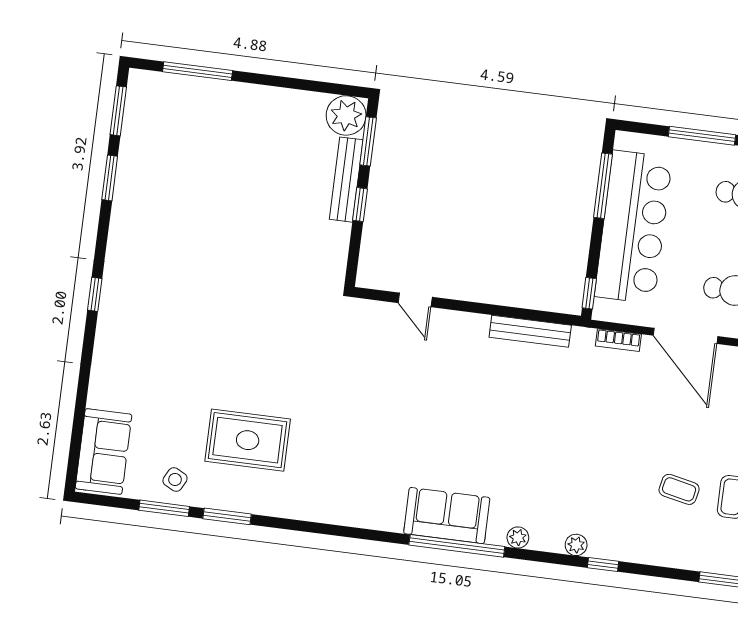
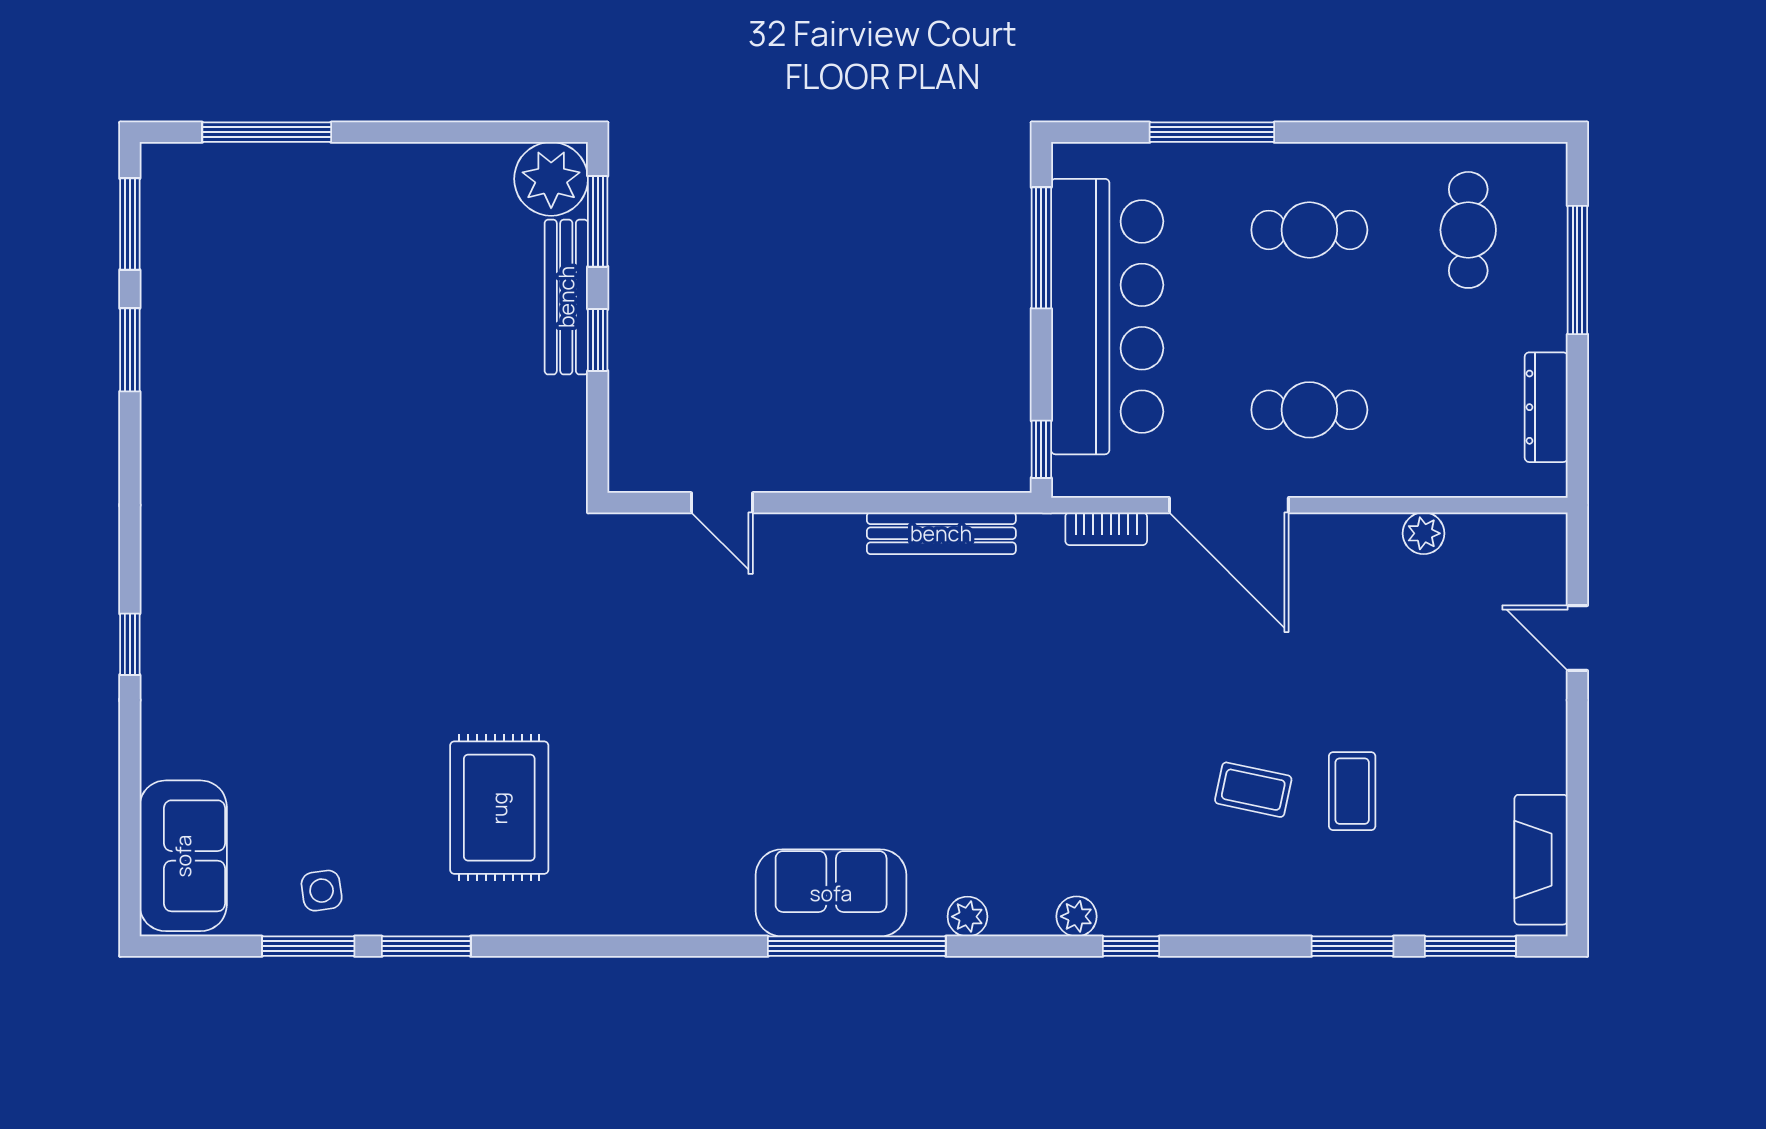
window: (95, 294) -> (130, 644), moved
rug: (248, 440) -> (499, 808), moved, turned 90
side table: (175, 480) -> (322, 891), turned -35

